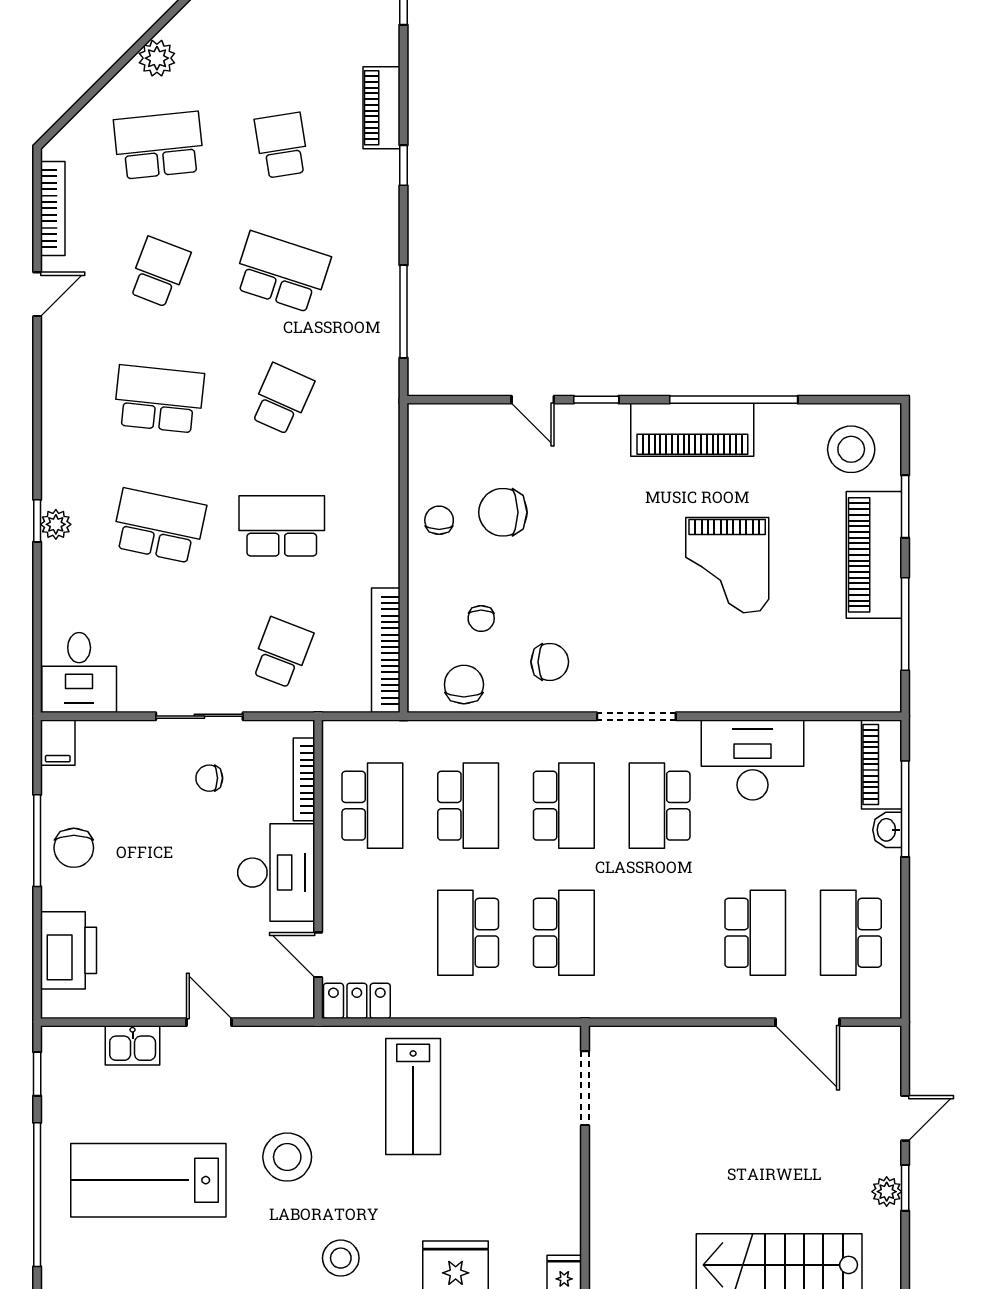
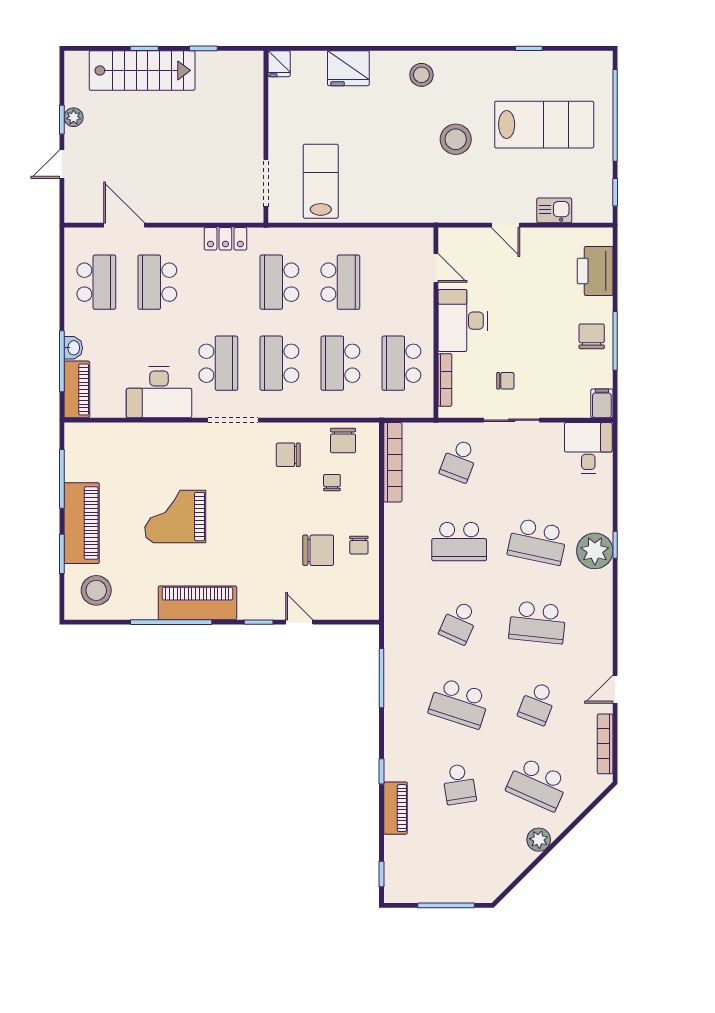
school desk: (159, 145) -> (537, 784), turned 30
plant: (56, 524) -> (595, 551), width x1.87, depth x1.87
grand piano: (727, 565) -> (175, 517), turned -90
locker: (357, 1001) -> (225, 239), moved
lab bench: (413, 1096) -> (321, 181), moved

